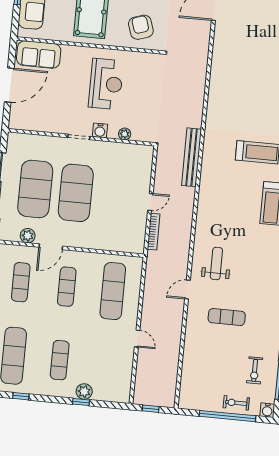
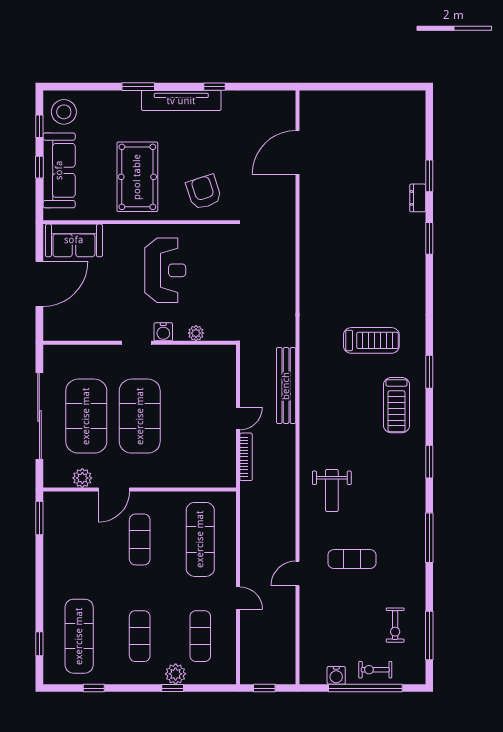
bench: (192, 157) -> (286, 386), moved
weight bench: (216, 263) -> (332, 490), turned 180
exercise mat: (21, 282) -> (200, 636), moved
door: (187, 290) -> (297, 574), moved
water cooler: (267, 410) -> (336, 675), moved

